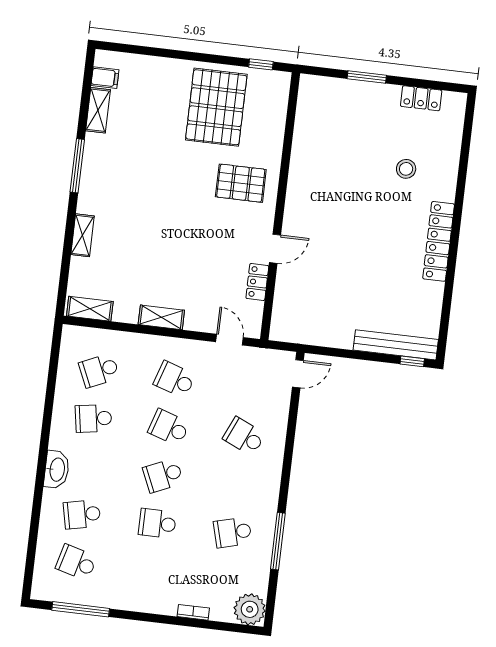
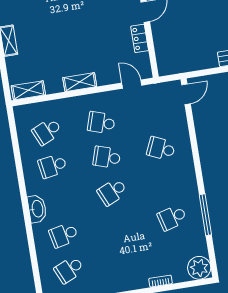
school desk: (157, 523) -> (118, 226), removed
school desk: (76, 562) -> (69, 270), turned -39

